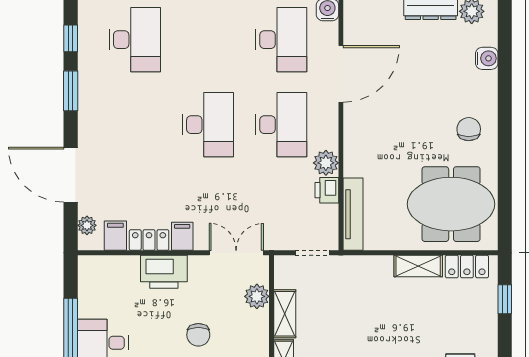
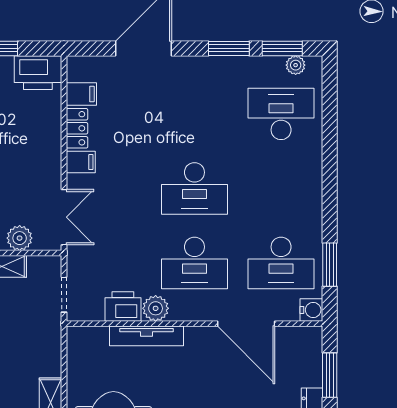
window: (71, 38) -> (282, 48), width x1.50
desk: (135, 40) -> (281, 114), turned 180
printer: (327, 190) -> (123, 306), width x1.36, depth x1.24
tv unit: (353, 214) -> (146, 336), moved
plant: (87, 225) -> (296, 65), moved
printer: (164, 272) -> (38, 73), moved, turned -90

